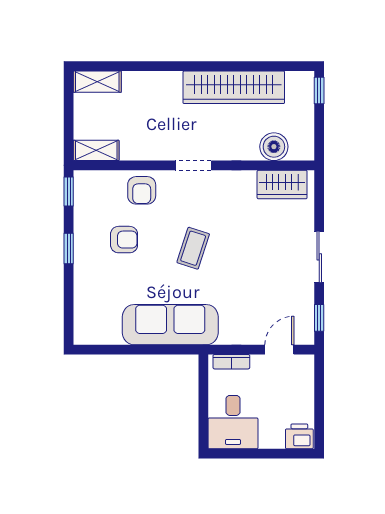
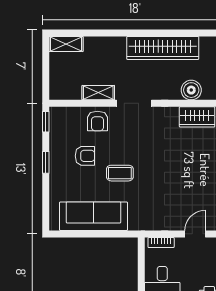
shelving: (96, 150) -> (98, 93), moved
doorway: (193, 165) -> (134, 103), width x1.38
coffee table: (193, 248) -> (120, 173), moved, turned 72
sofa: (170, 325) -> (93, 216), moved

